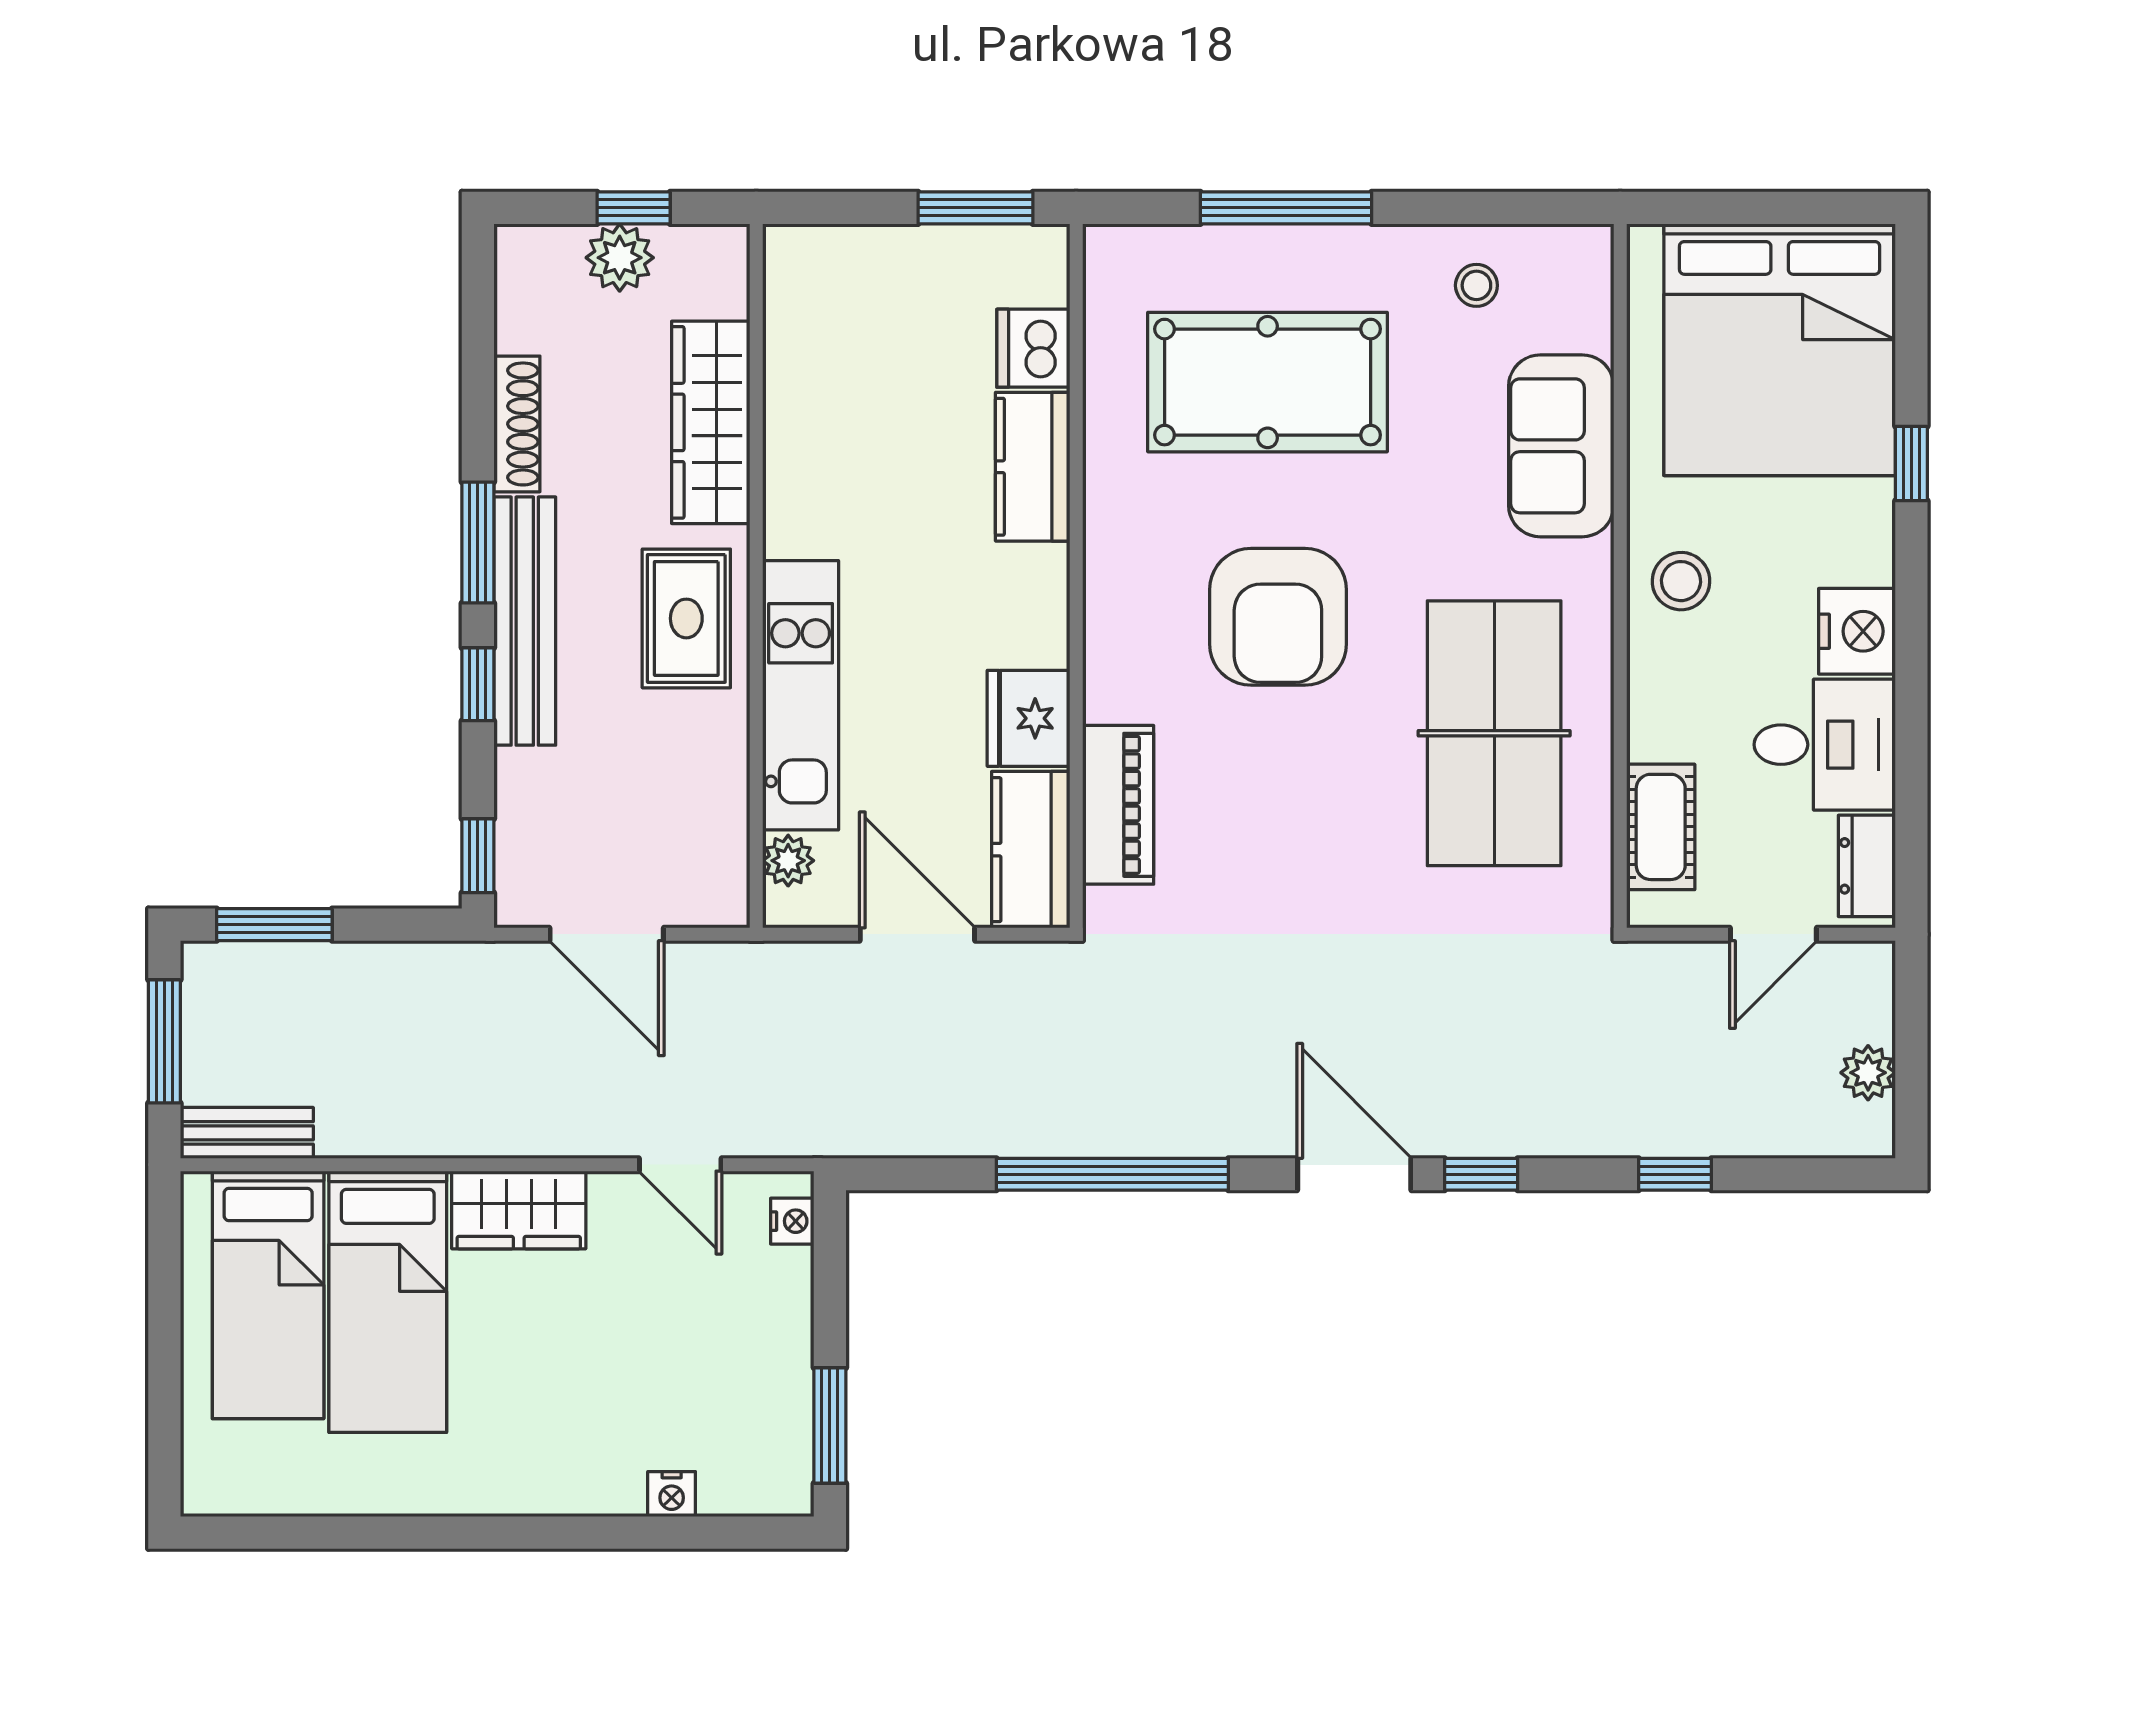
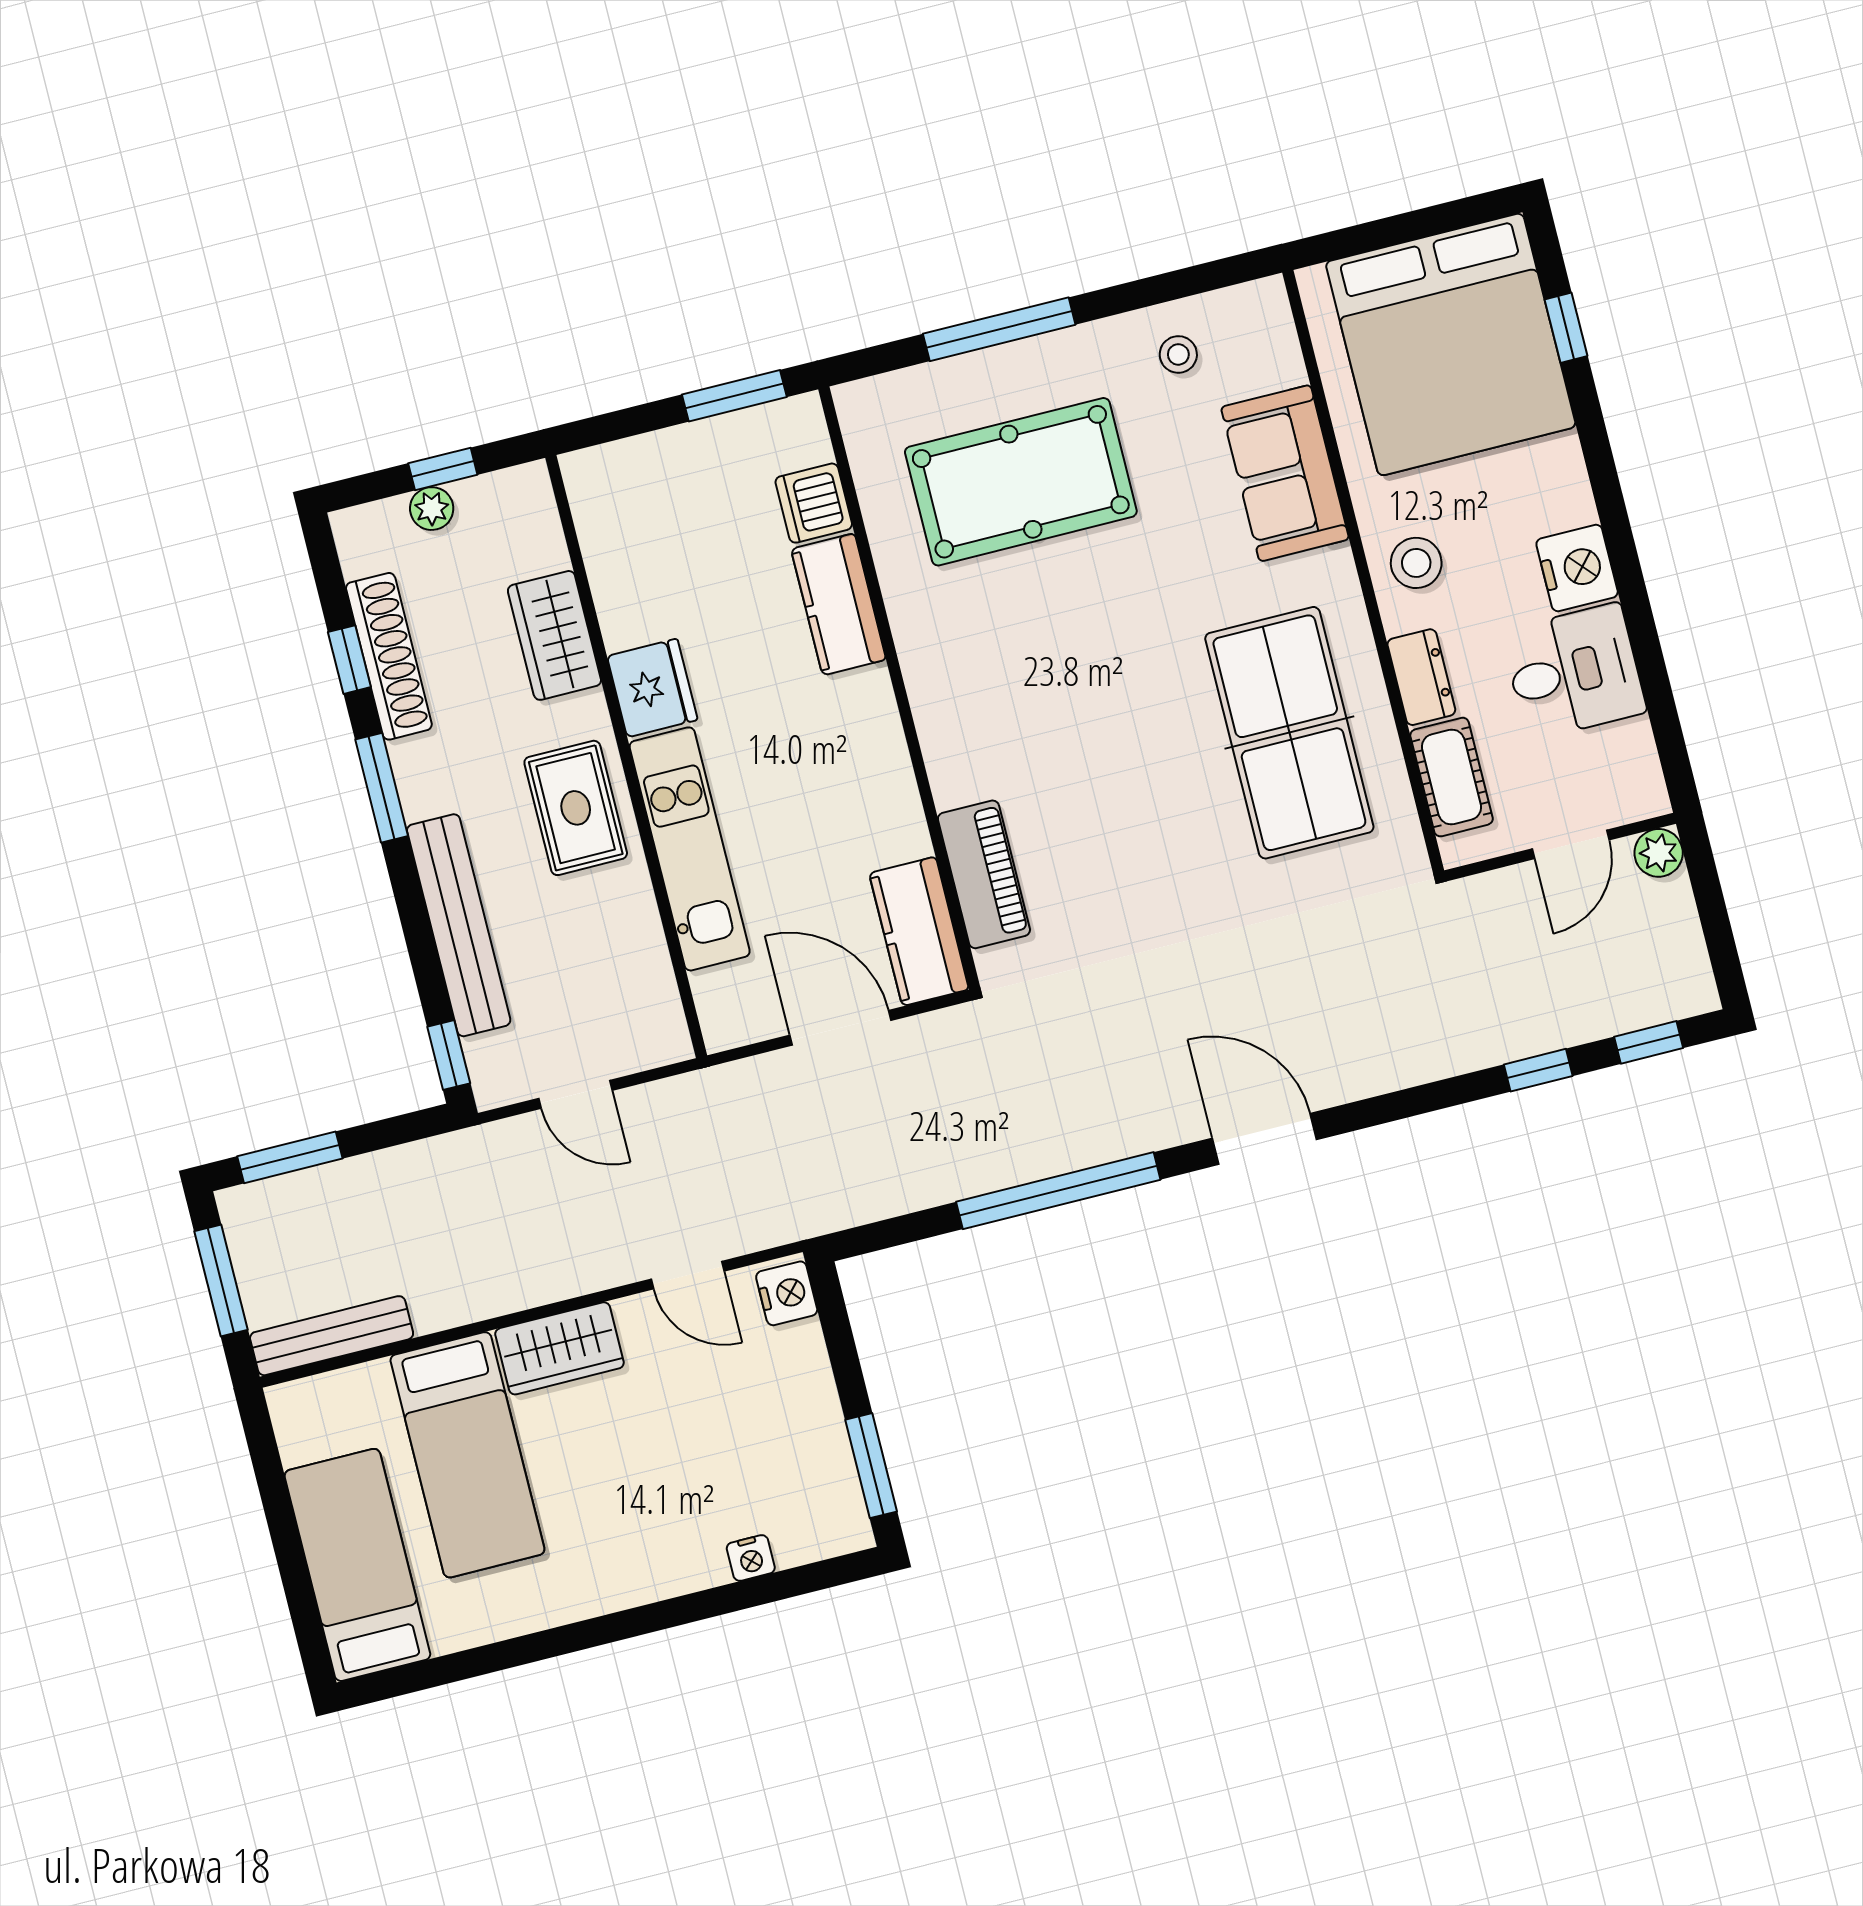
plant: (620, 258) -> (432, 509), width x0.73, depth x0.73
wardrobe: (711, 422) -> (554, 635), width x0.67
shoe rack: (517, 424) -> (389, 656), width x1.36, depth x1.24
window: (1911, 464) -> (1566, 328), moved
armchair: (1278, 617) -> (1080, 680), removed
bench: (525, 621) -> (459, 925), moved
window: (478, 684) -> (349, 660), moved
fridge: (1028, 718) -> (652, 688), moved, turned 180
plant: (788, 861) -> (714, 993), removed
dresser: (1867, 866) -> (1421, 677), moved, turned 180
door: (607, 934) -> (575, 1094), width x0.73
plant: (1868, 1073) -> (1659, 853), moved
bench: (247, 1133) -> (332, 1336), width x1.36
window: (1481, 1174) -> (1649, 1042), moved
nightstand: (792, 1221) -> (787, 1293), width x1.39, depth x1.35
bed: (268, 1295) -> (357, 1565), moved, turned 180

